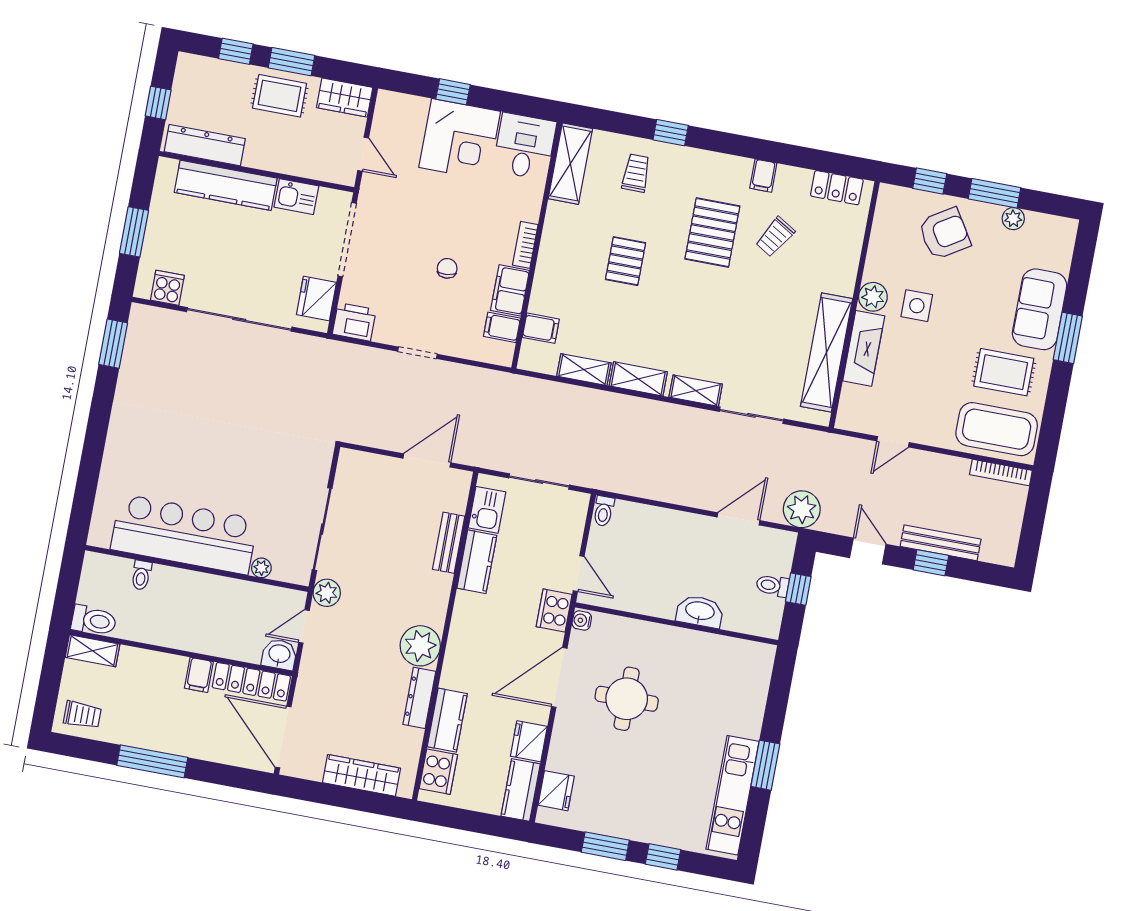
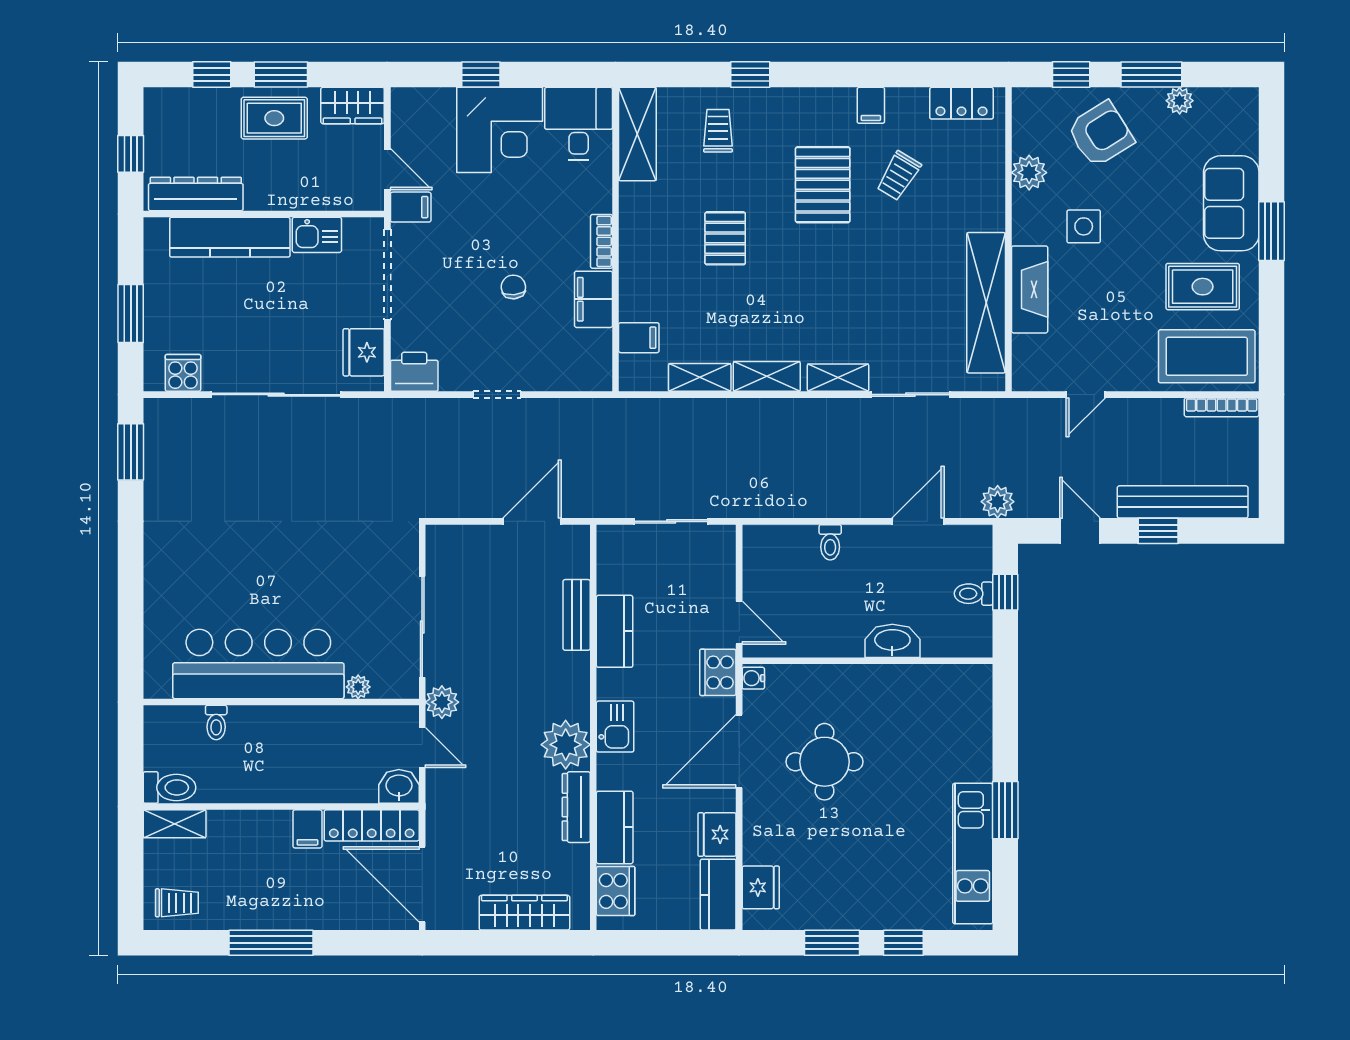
plant: (873, 297) -> (1029, 173), moved
filing cabinet: (502, 327) -> (411, 207), moved, turned 180
plant: (802, 509) -> (998, 502), width x0.73, depth x0.73
kitchen sink: (487, 510) -> (615, 727), moved
toilet: (604, 511) -> (830, 542), moved
bench: (941, 543) -> (1183, 502), width x1.37, depth x1.21
door: (304, 626) -> (422, 747), swing flipped

